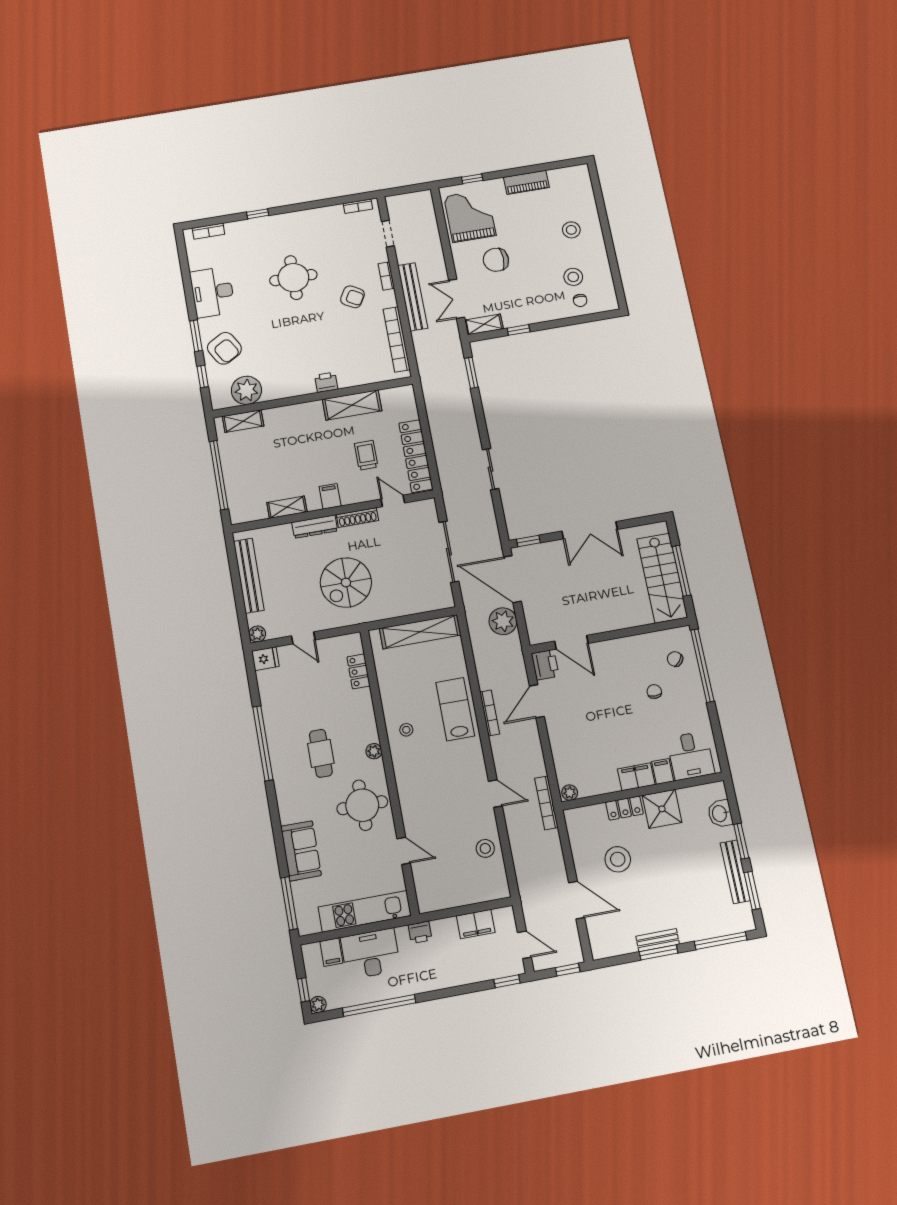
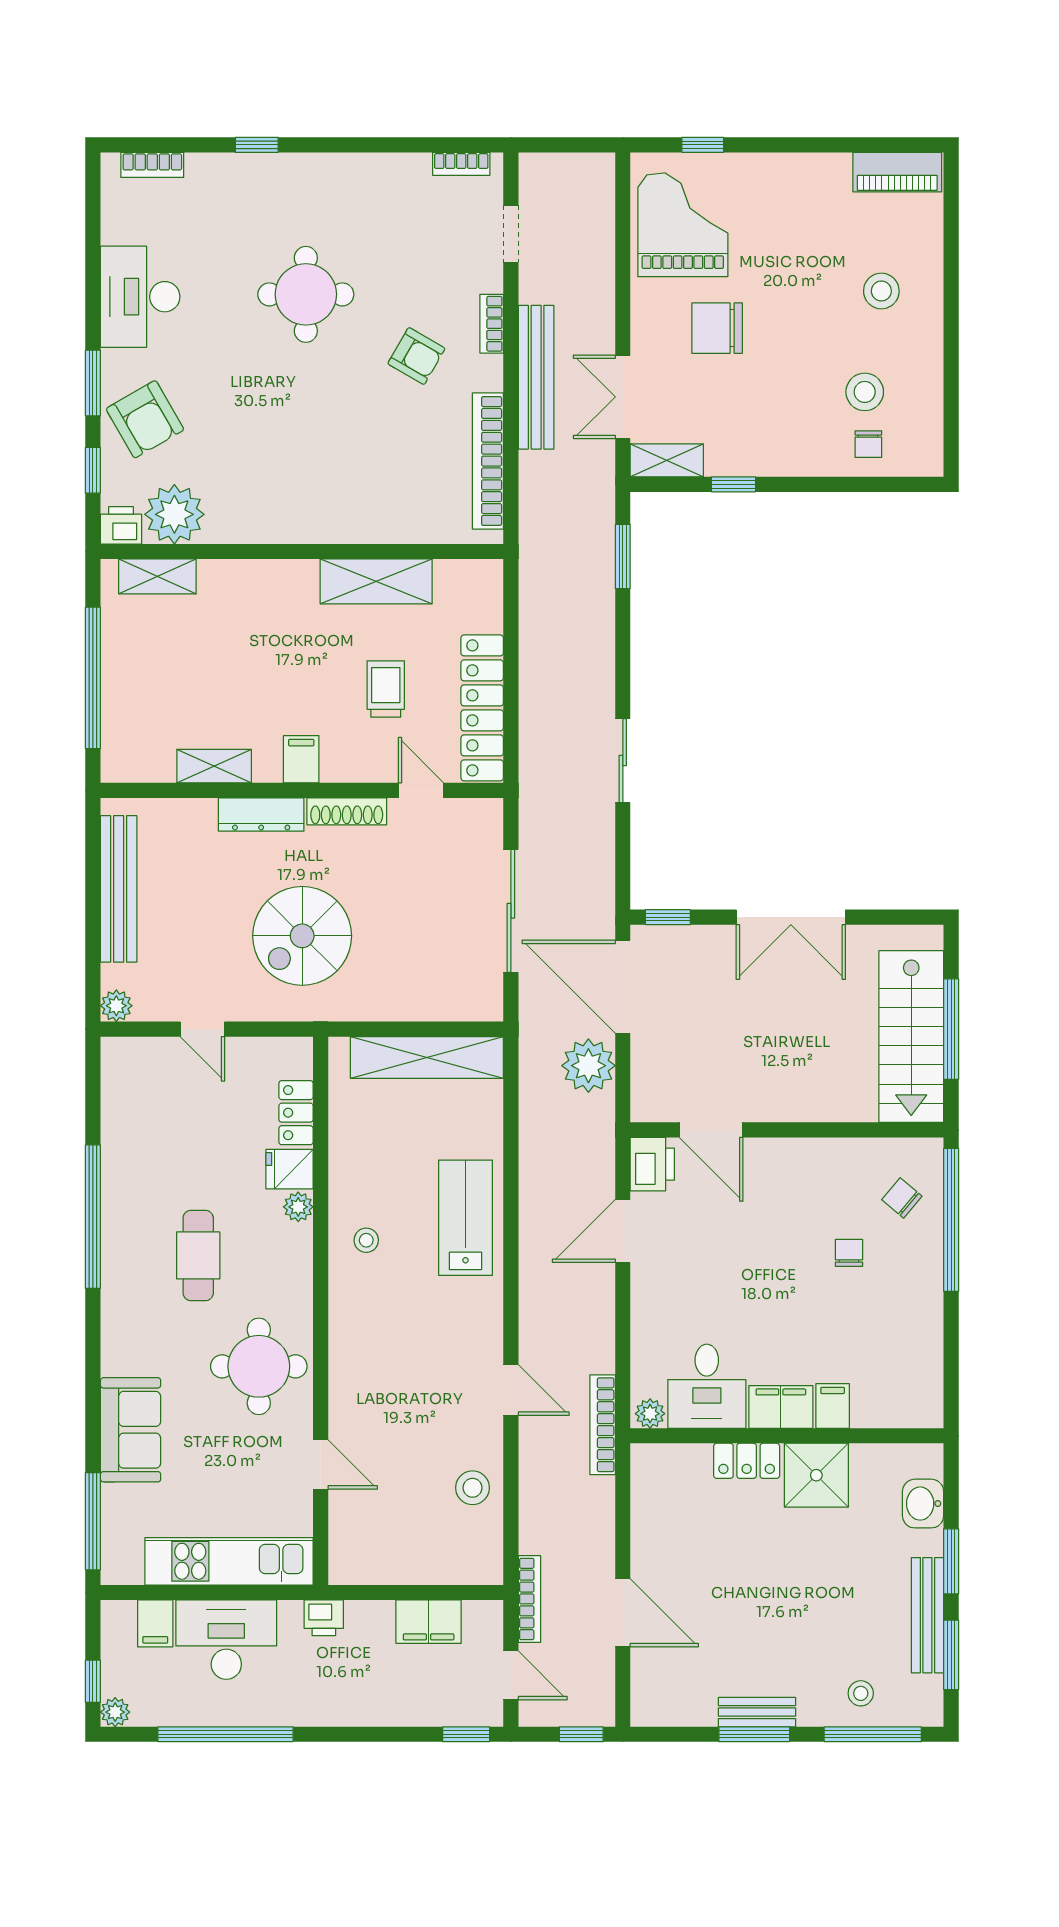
piano: (526, 182) -> (897, 172), moved
printer: (326, 382) -> (121, 525), moved
fridge: (265, 659) -> (290, 1169), moved, turned 180
bookcase: (490, 713) -> (529, 1599), moved
plant: (374, 751) -> (298, 1207), moved
desk: (691, 756) -> (707, 1386), moved
stool: (618, 859) -> (861, 1693), moved, width x0.53, depth x0.53

